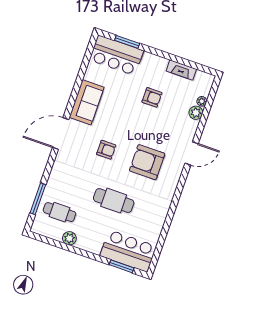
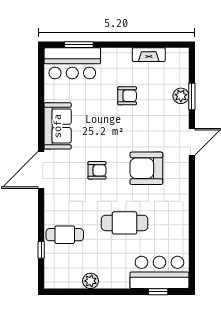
plant: (202, 101) -> (183, 81), removed
window: (205, 116) -> (192, 96), added
window: (38, 199) -> (41, 250), width x0.46
cafe table: (59, 212) -> (65, 235), moved
window: (121, 266) -> (158, 292), width x0.67

